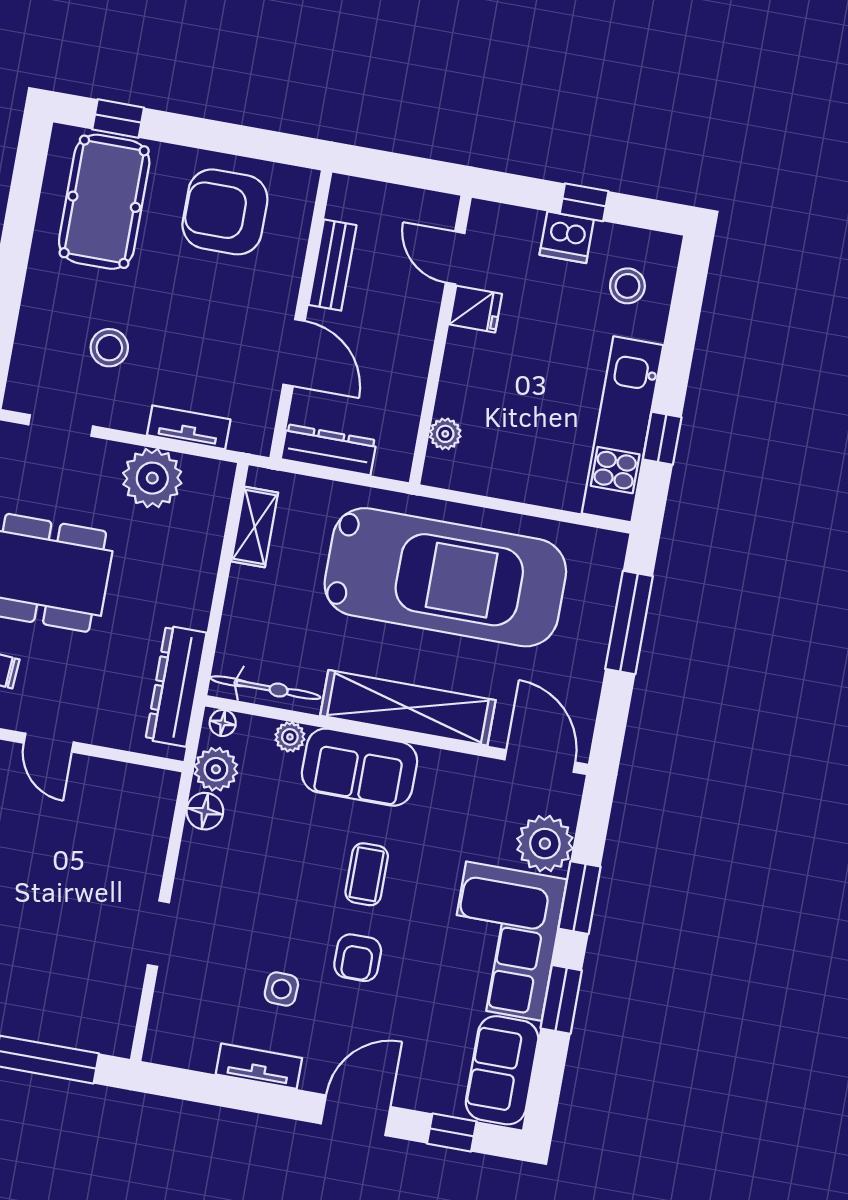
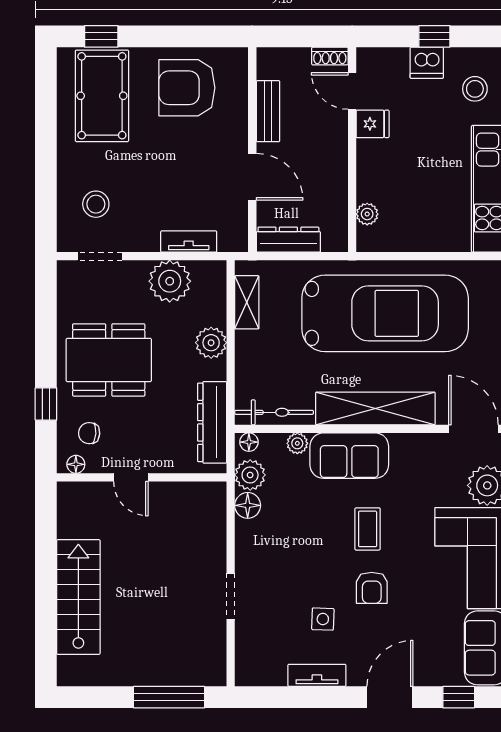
shoe rack: (433, 203) -> (330, 56), added
stool: (109, 348) -> (96, 204), moved
plant: (195, 575) -> (211, 343), added

